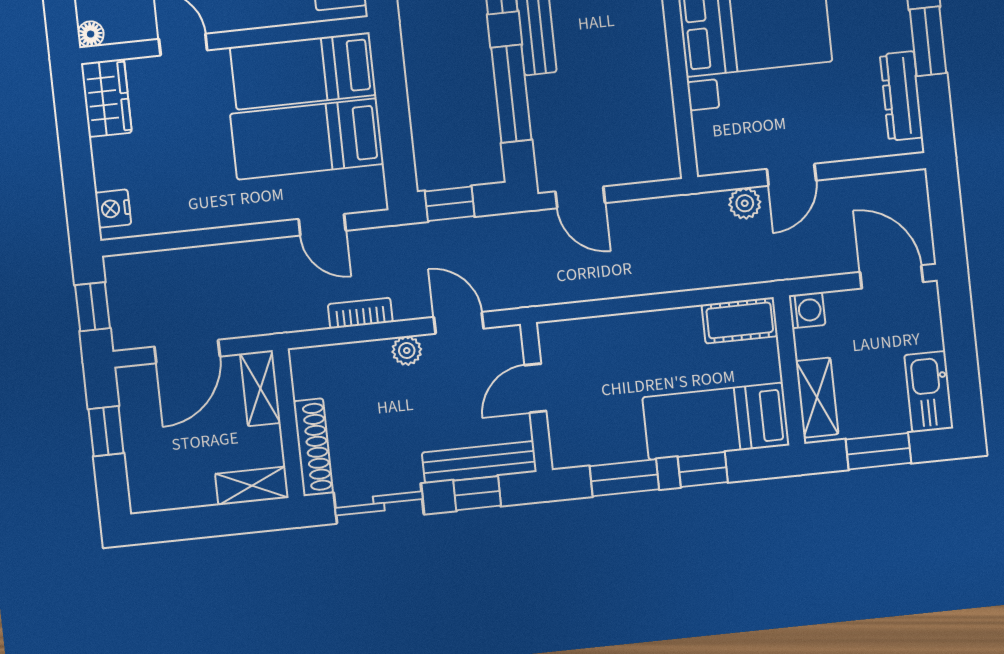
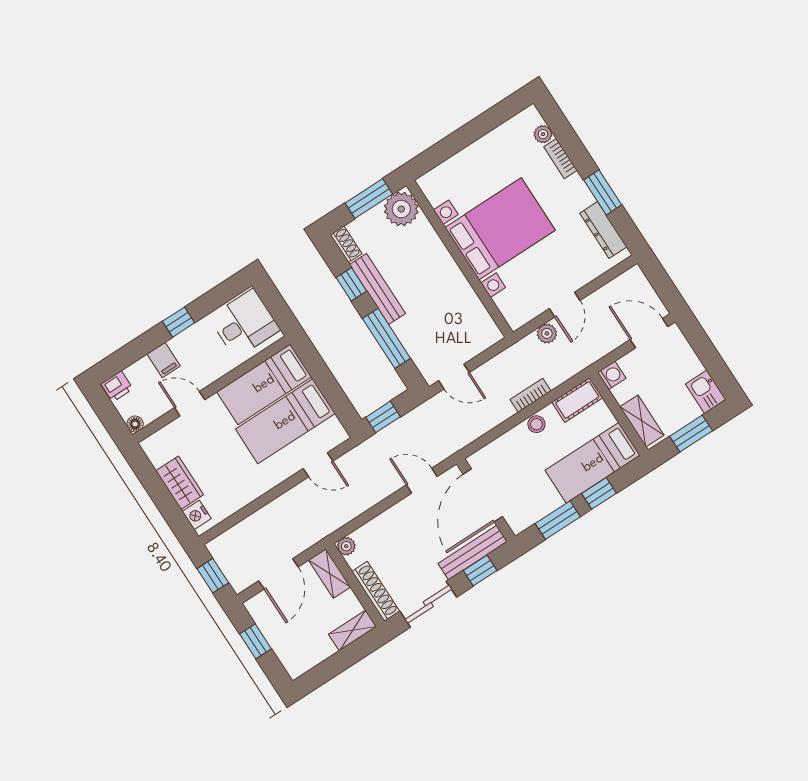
wardrobe: (106, 98) -> (180, 483), moved
bookcase: (360, 313) -> (530, 395), moved
stool: (664, 325) -> (536, 424), added
plant: (407, 351) -> (346, 546), moved
door: (535, 388) -> (483, 495), width x1.87
kitchen sink: (929, 392) -> (706, 392), width x0.73

